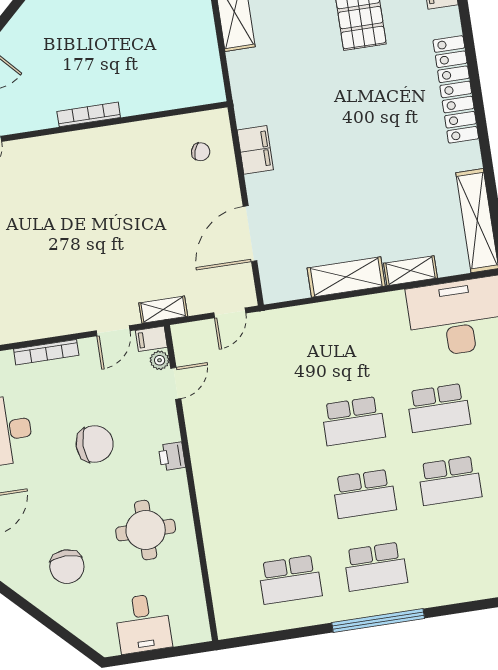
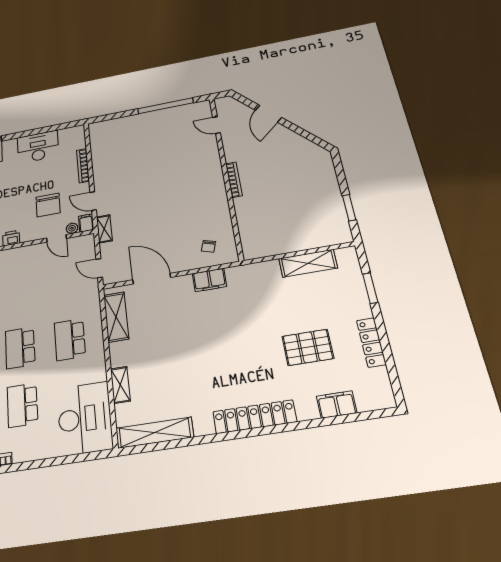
shelving: (346, 277) -> (116, 317), moved
school desk: (342, 348) -> (70, 339), added
chair: (95, 444) -> (48, 205), moved

